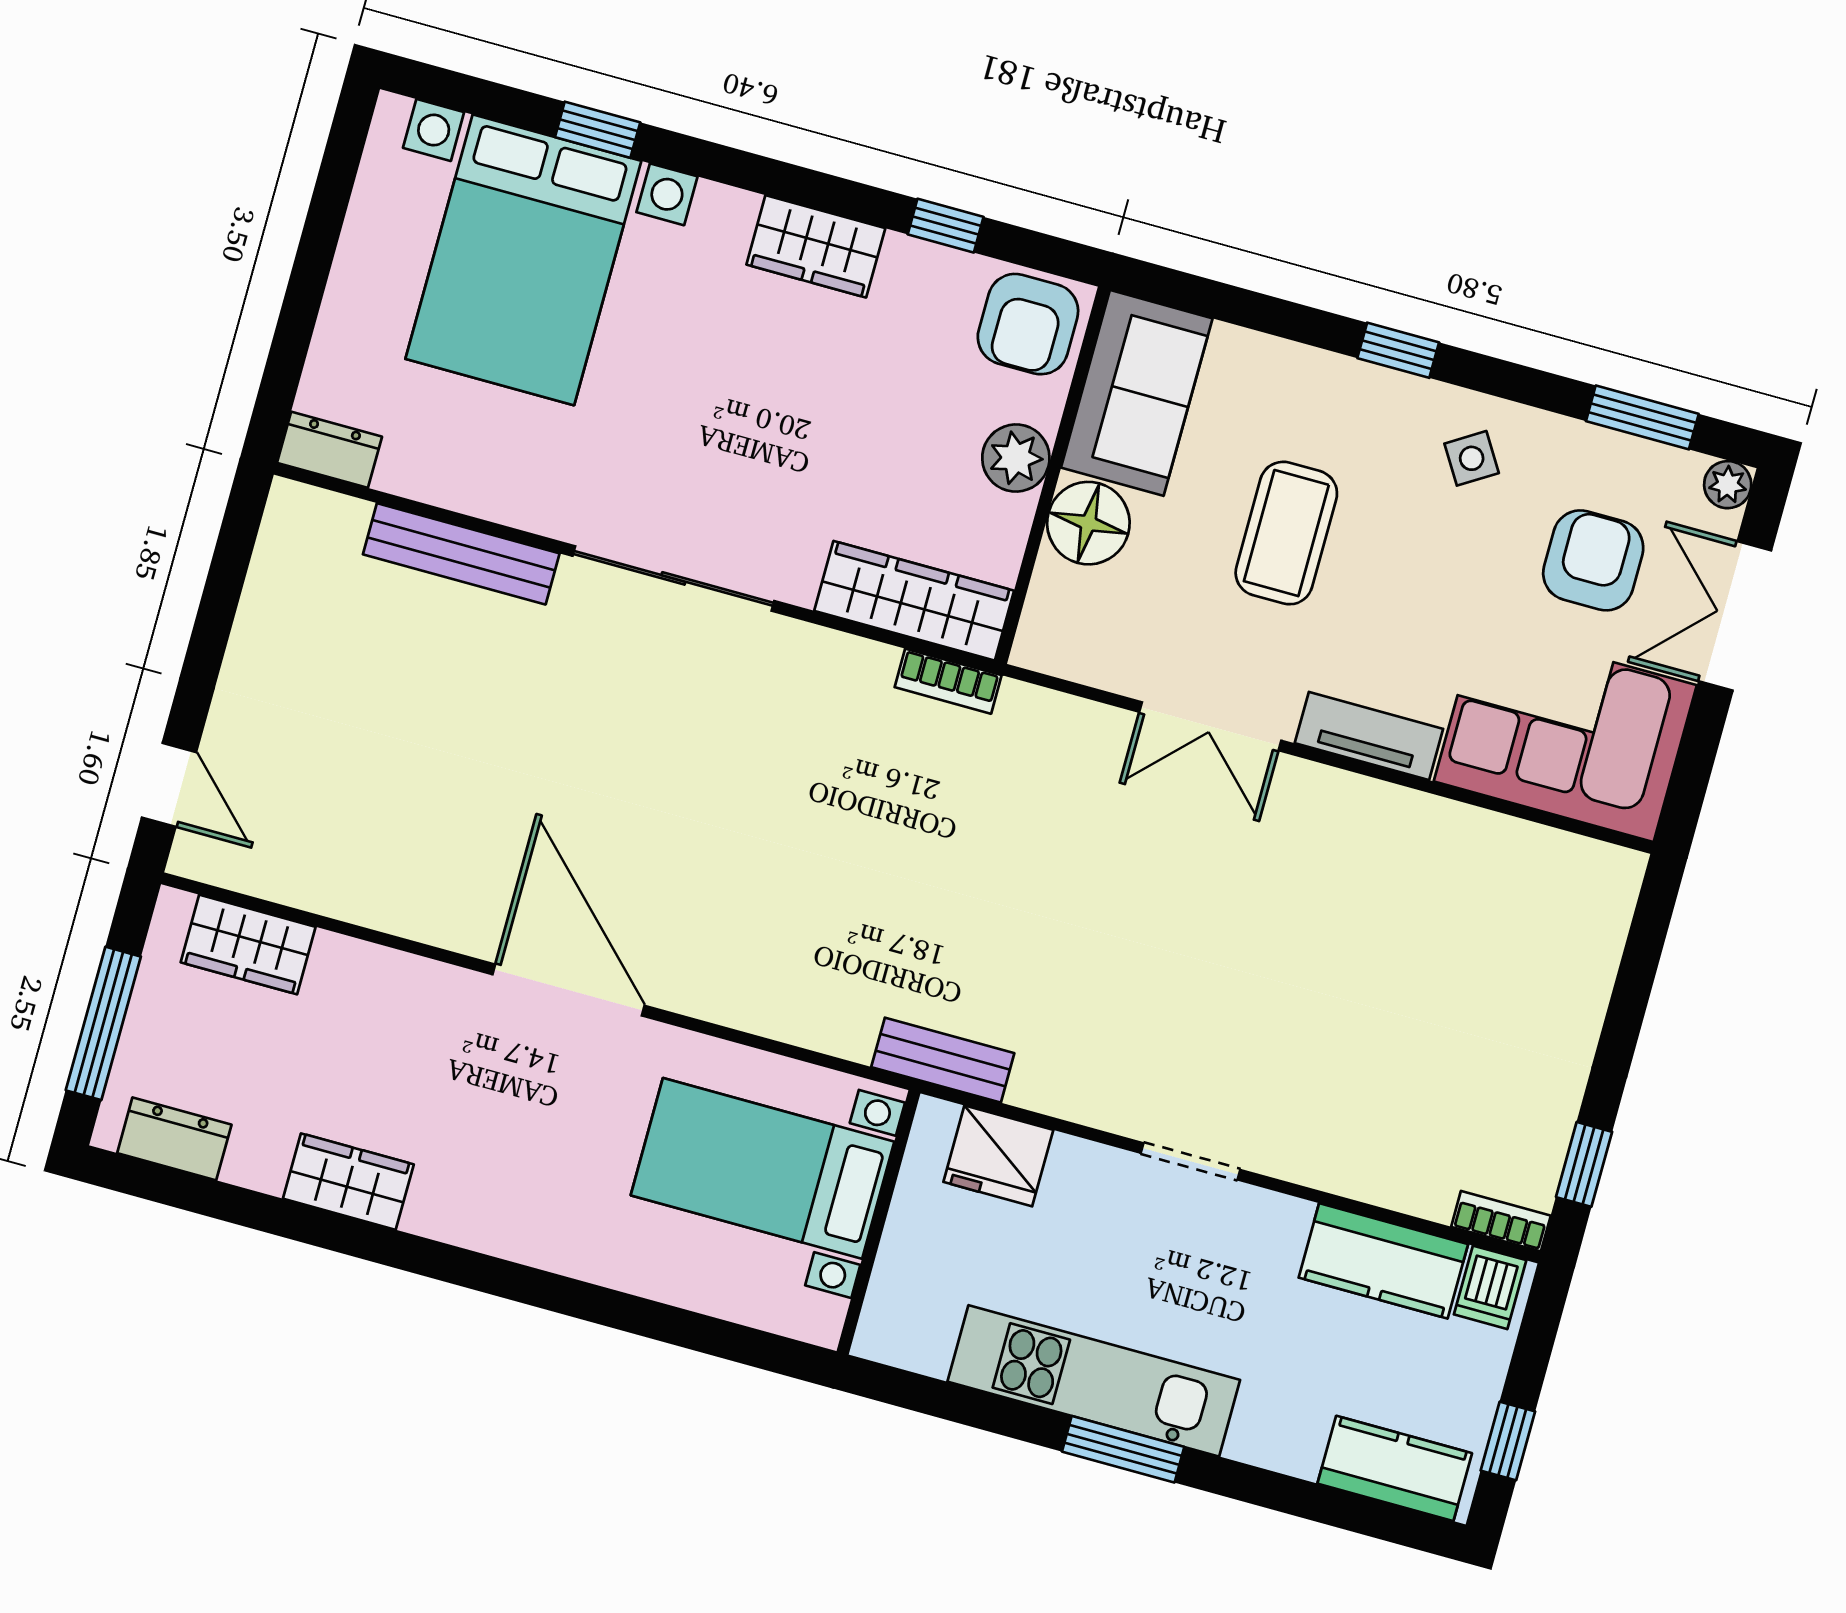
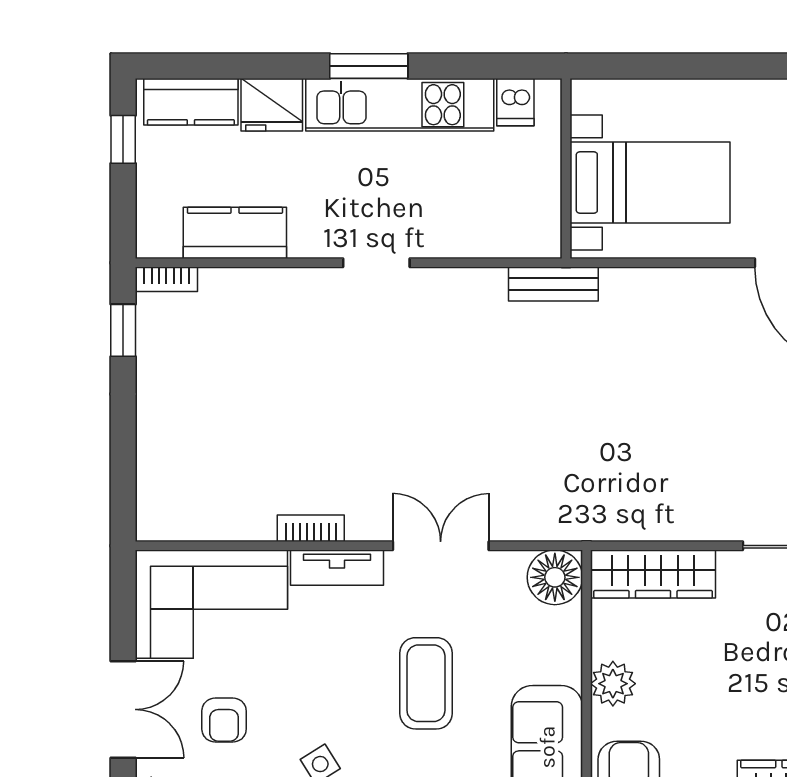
floor lamp: (1088, 523) -> (555, 577), moved
armchair: (1593, 560) -> (224, 720), width x0.72, depth x0.72
bookcase: (948, 681) -> (311, 528), moved
fridge: (998, 1156) -> (272, 105), moved, turned 180
dishwasher: (1490, 1287) -> (515, 102), moved, turned 180

